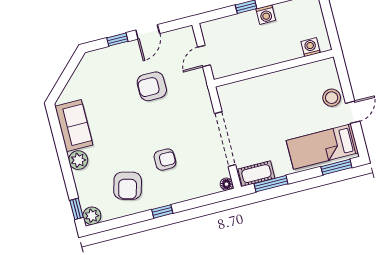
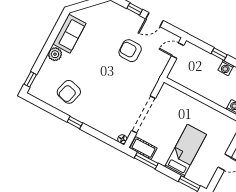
door: (204, 56) -> (178, 51), moved
stool: (332, 98) -> (221, 144), removed
bed: (322, 147) -> (186, 151), moved, turned 90
armchair: (165, 160) -> (101, 96), removed
plant: (92, 216) -> (35, 90), removed

